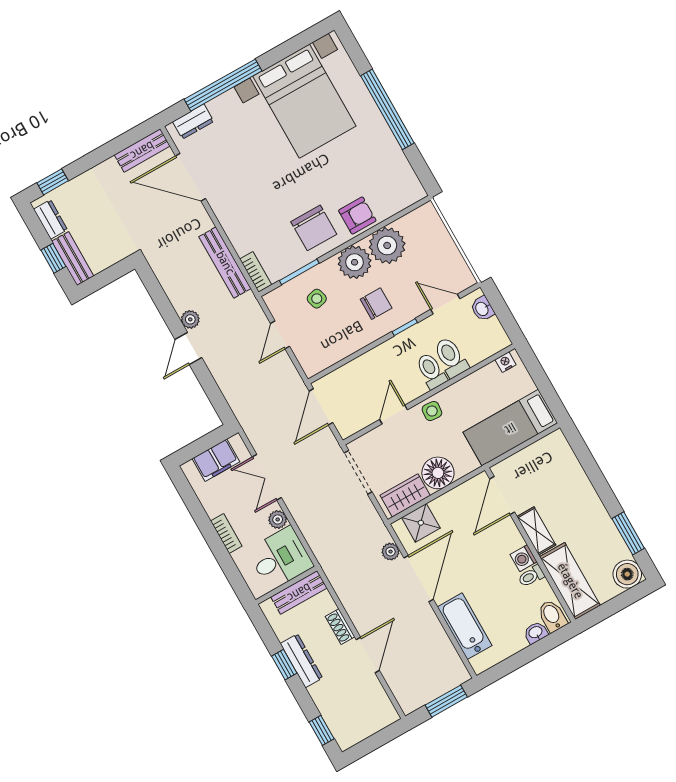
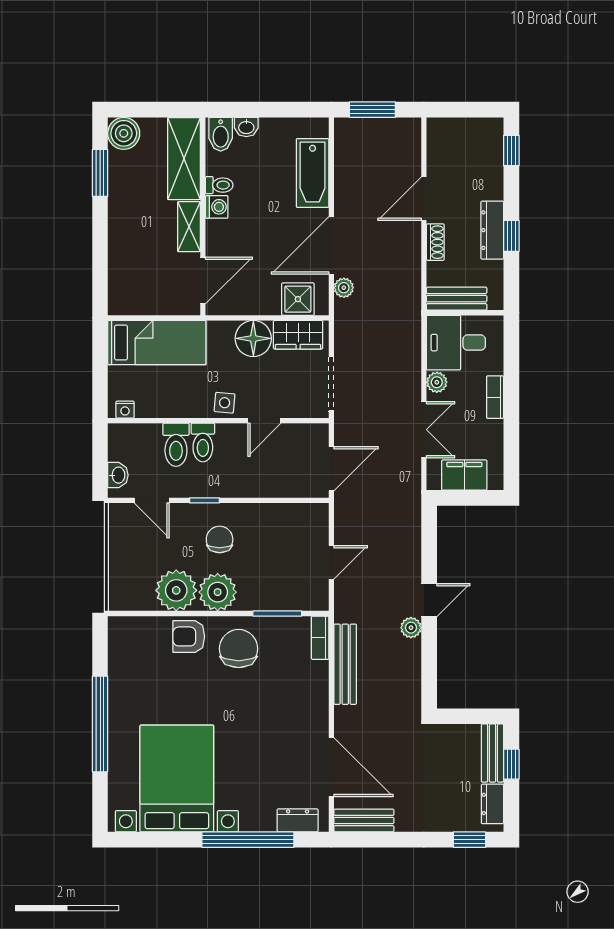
side table: (317, 299) -> (275, 577), removed
chair: (376, 304) -> (220, 539), turned 90

